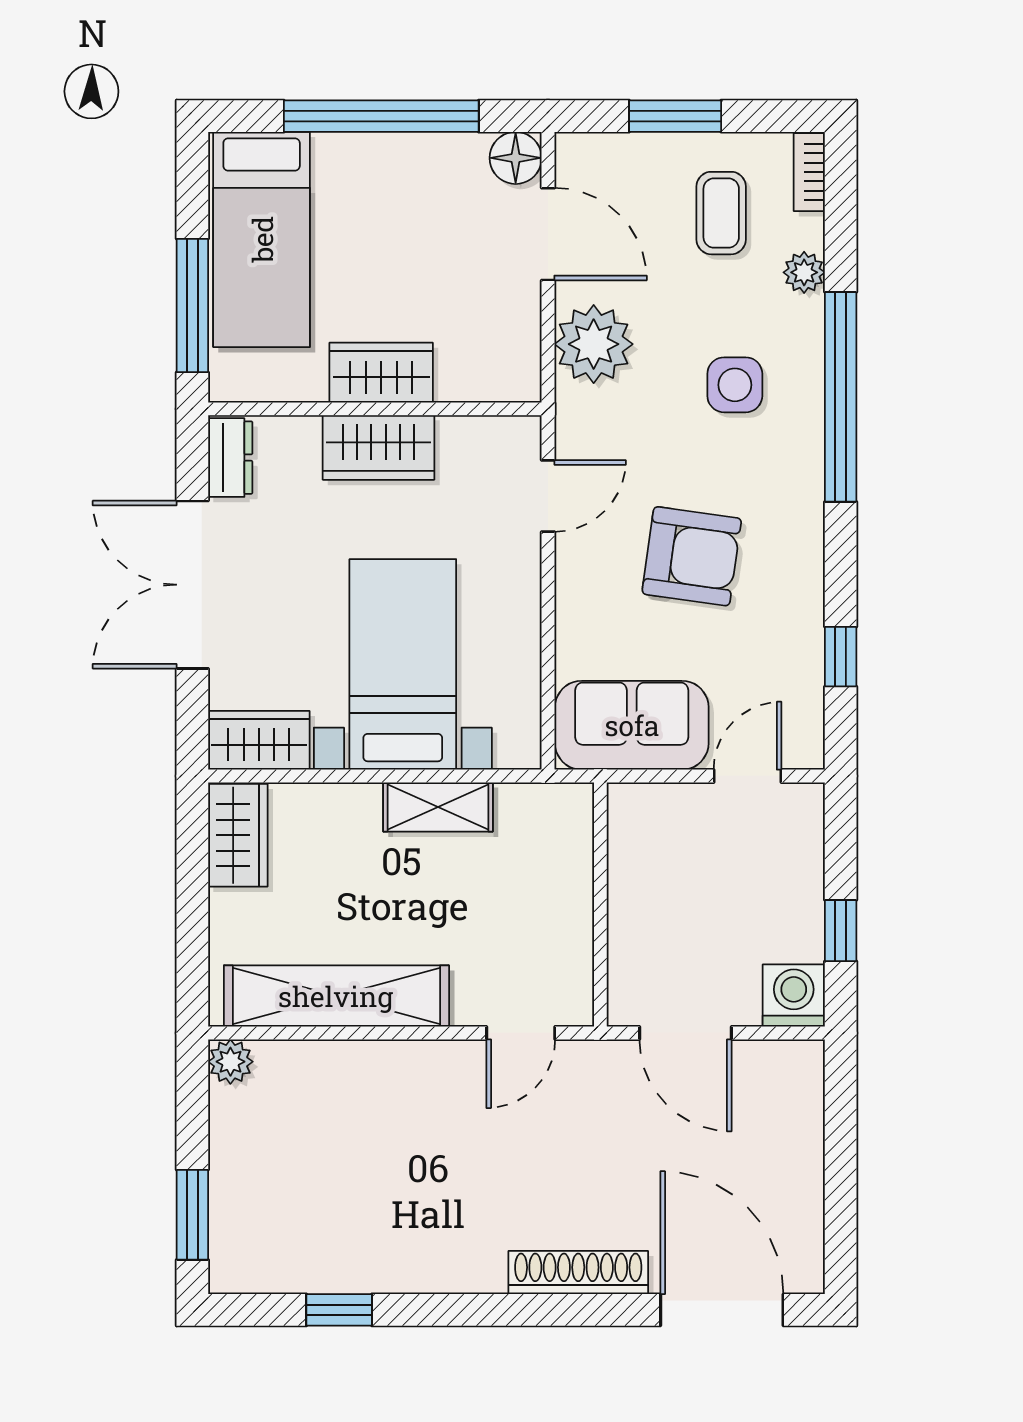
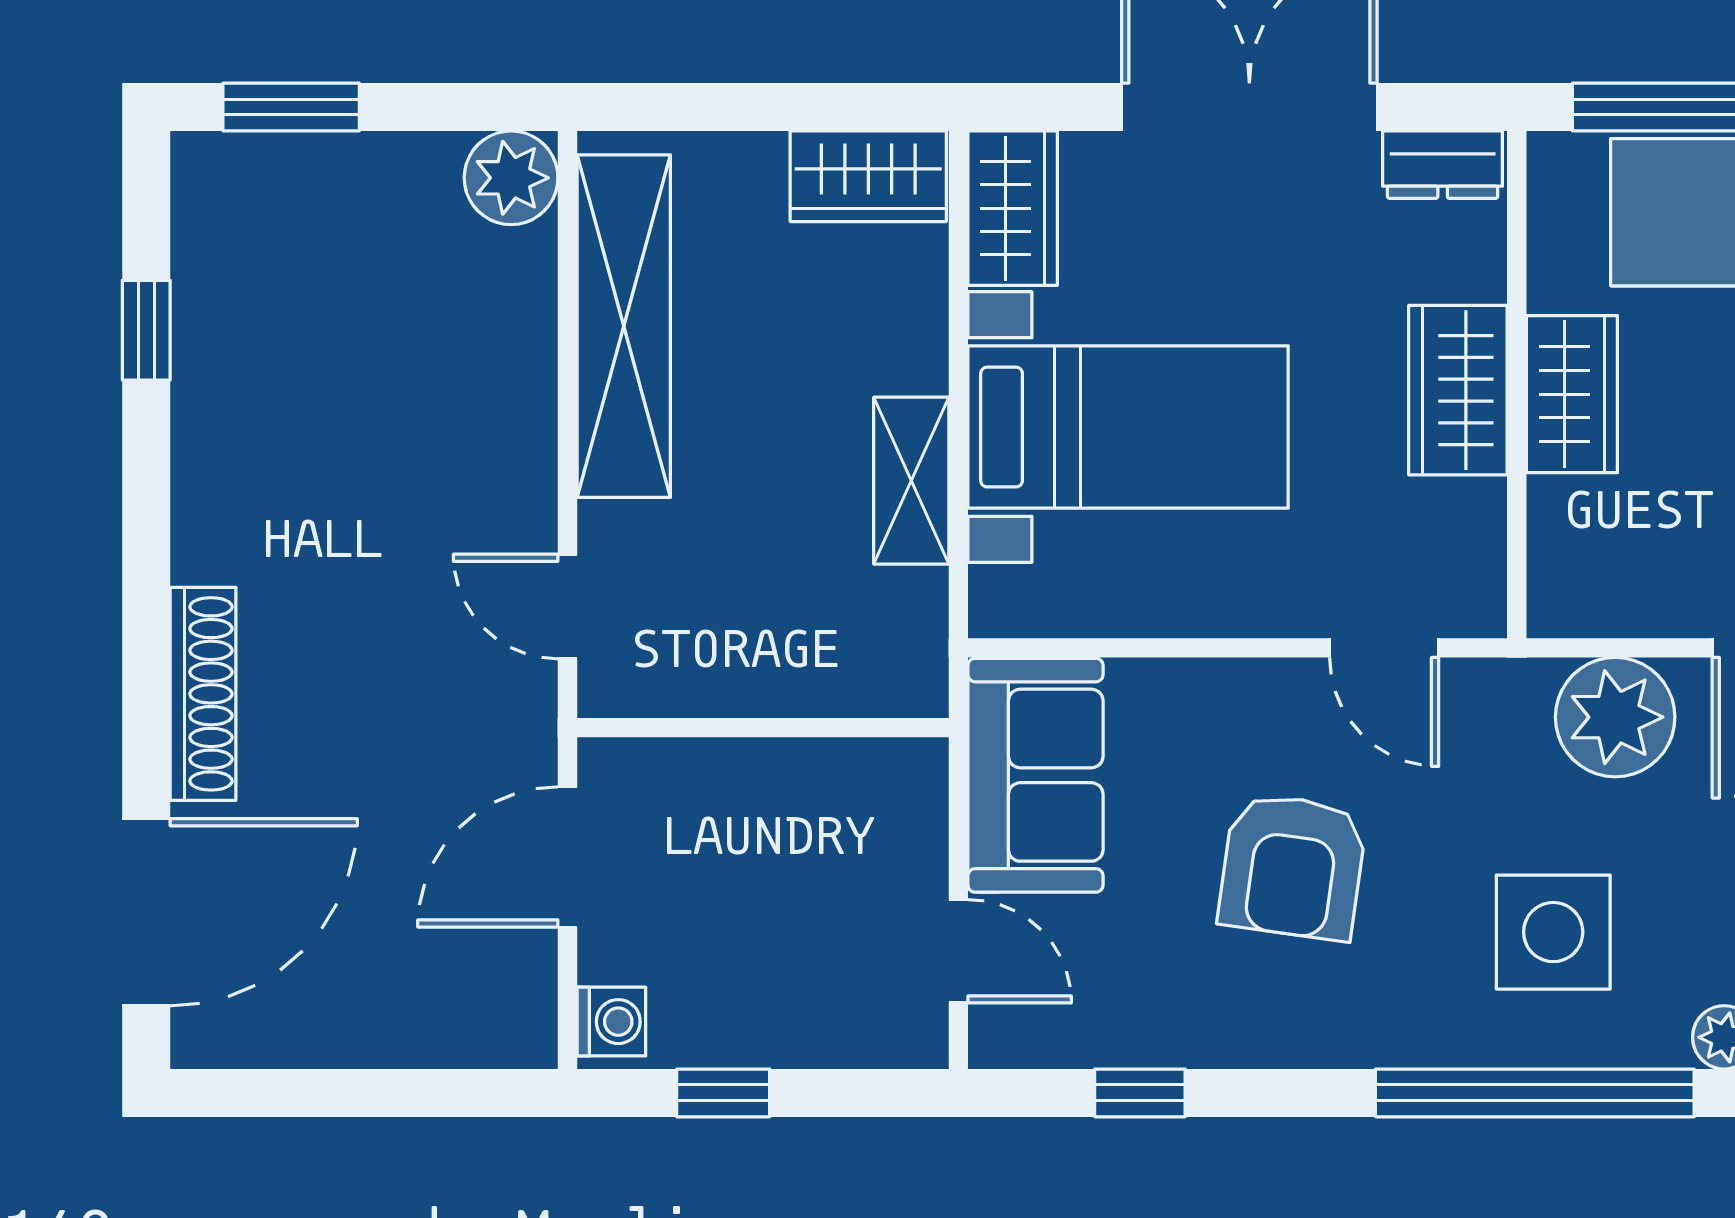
side table: (735, 385) -> (1553, 932), width x1.37, depth x1.37
washing machine: (794, 996) -> (611, 1022), width x0.73, depth x0.73
plant: (230, 1062) -> (511, 178), width x1.38, depth x1.38

